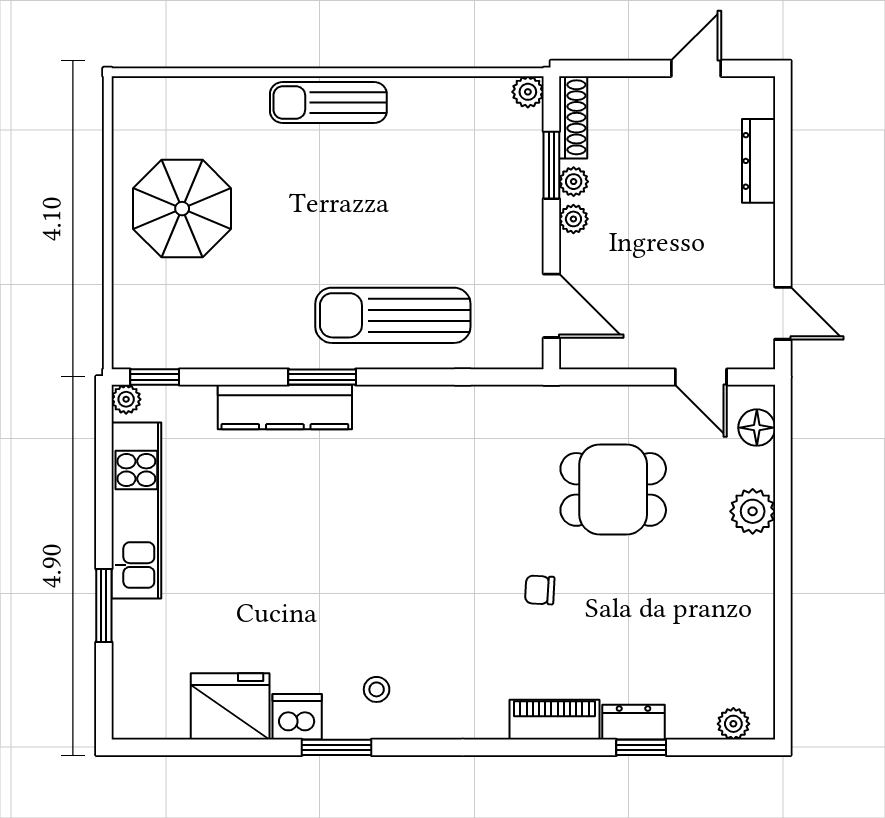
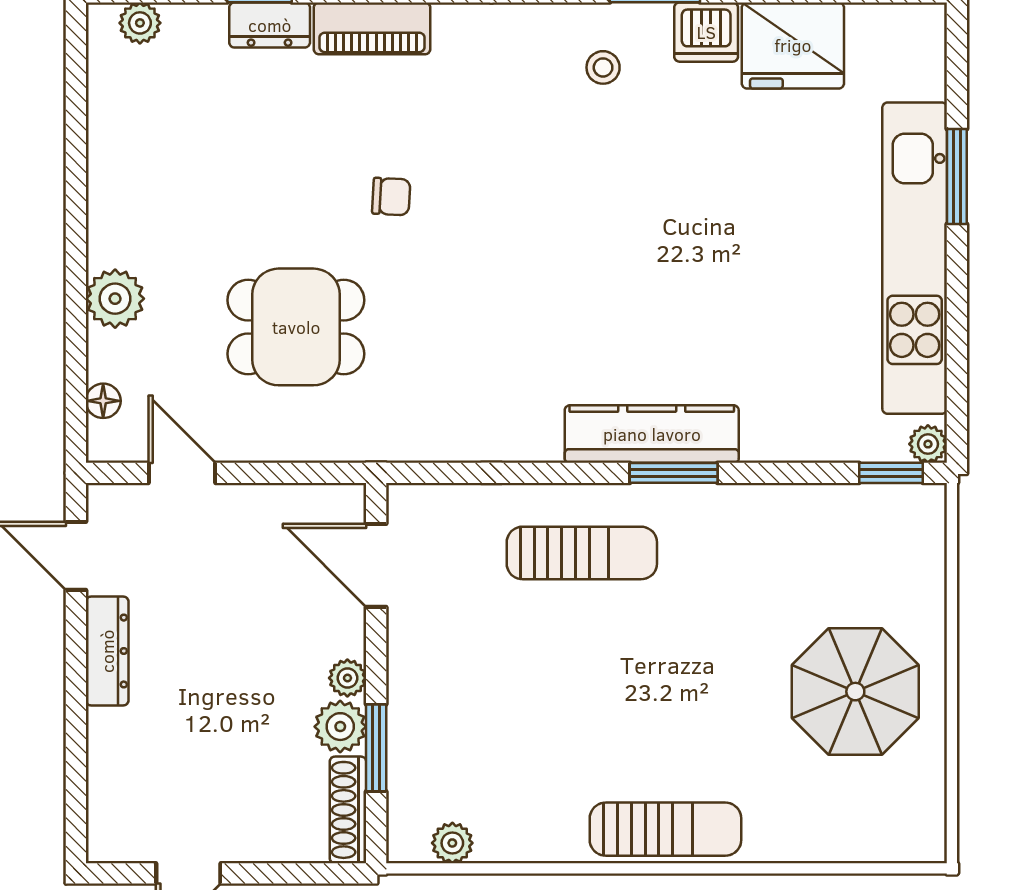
plant: (528, 92) -> (452, 843), moved
dresser: (759, 161) -> (107, 651), moved
plant: (574, 182) -> (340, 727), width x1.38, depth x1.38
sun lounger: (393, 315) -> (582, 553), width x0.73, depth x0.75
kitchen counter: (285, 407) -> (652, 434), moved
floor lamp: (757, 428) -> (103, 401), width x0.73, depth x0.73
kitchen unit: (136, 510) -> (915, 258), width x1.36

